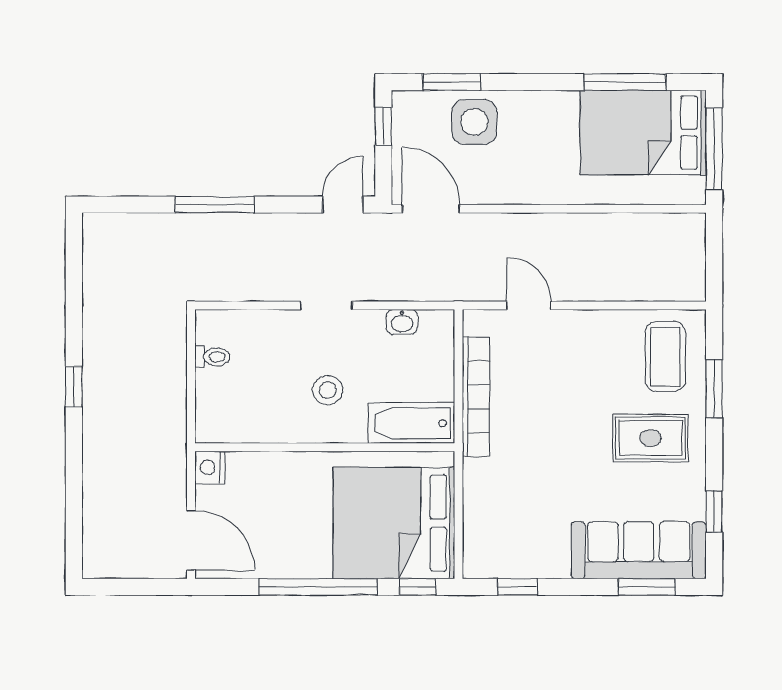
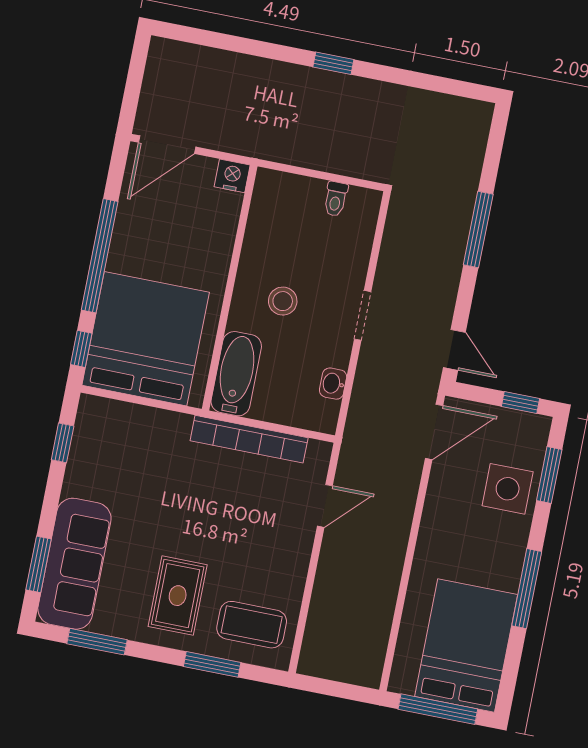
window: (625, 82) -> (527, 589), moved
window: (714, 511) -> (97, 642), width x1.50

